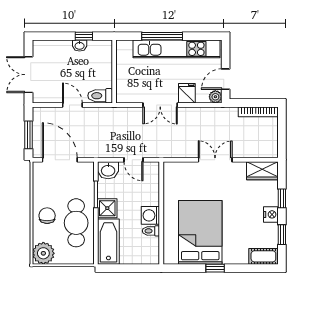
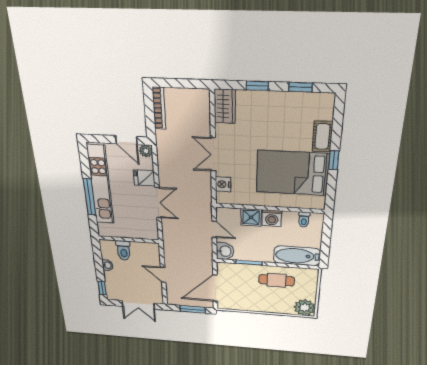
window: (84, 36) -> (102, 288), moved
toilet: (100, 96) -> (124, 250), moved
door: (72, 105) -> (163, 275), hinge flipped
door: (133, 160) -> (214, 229), hinge flipped
shower: (107, 208) -> (251, 217), moved
nightstand: (271, 214) -> (223, 184), moved, turned -90
chair: (47, 216) -> (268, 302), removed
cafe table: (76, 223) -> (276, 280), width x0.73, depth x0.74
toilet: (151, 231) -> (304, 220), moved
cot: (263, 256) -> (322, 136), moved

